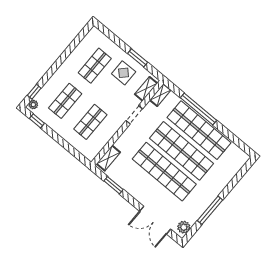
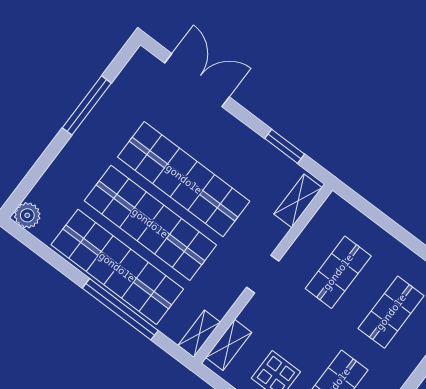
doorway: (134, 115) -> (263, 274), moved
plant: (184, 227) -> (27, 215), moved

